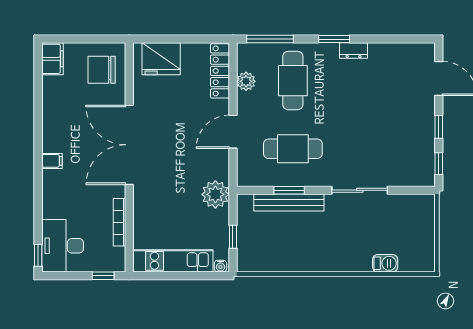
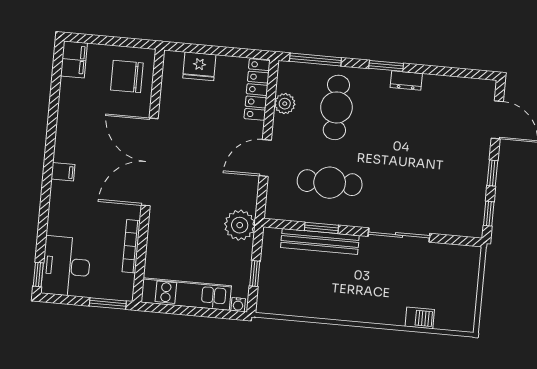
fridge: (161, 59) -> (199, 66), width x0.73, depth x0.75
window: (103, 276) -> (108, 303), width x1.50

